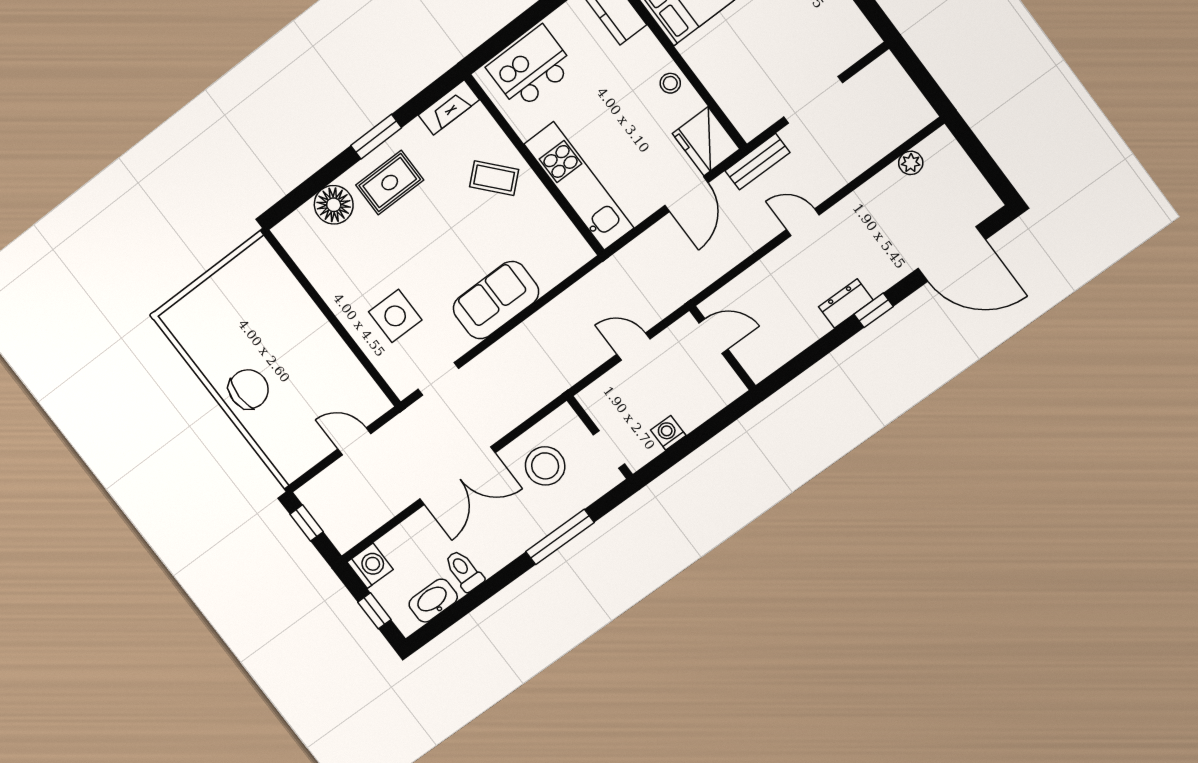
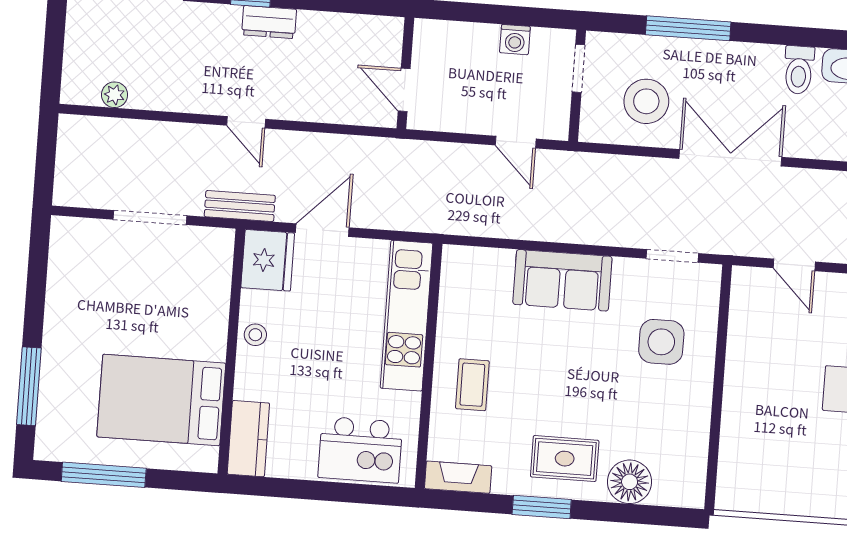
coffee table: (494, 178) -> (472, 385), turned 42
door: (633, 347) -> (516, 142), moved

